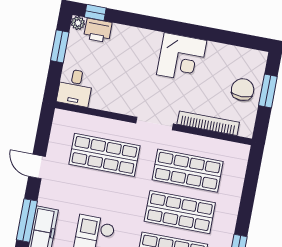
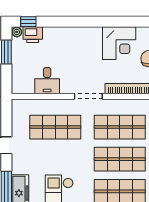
corner desk: (182, 58) -> (119, 43), moved
desk: (75, 87) -> (47, 81), moved

